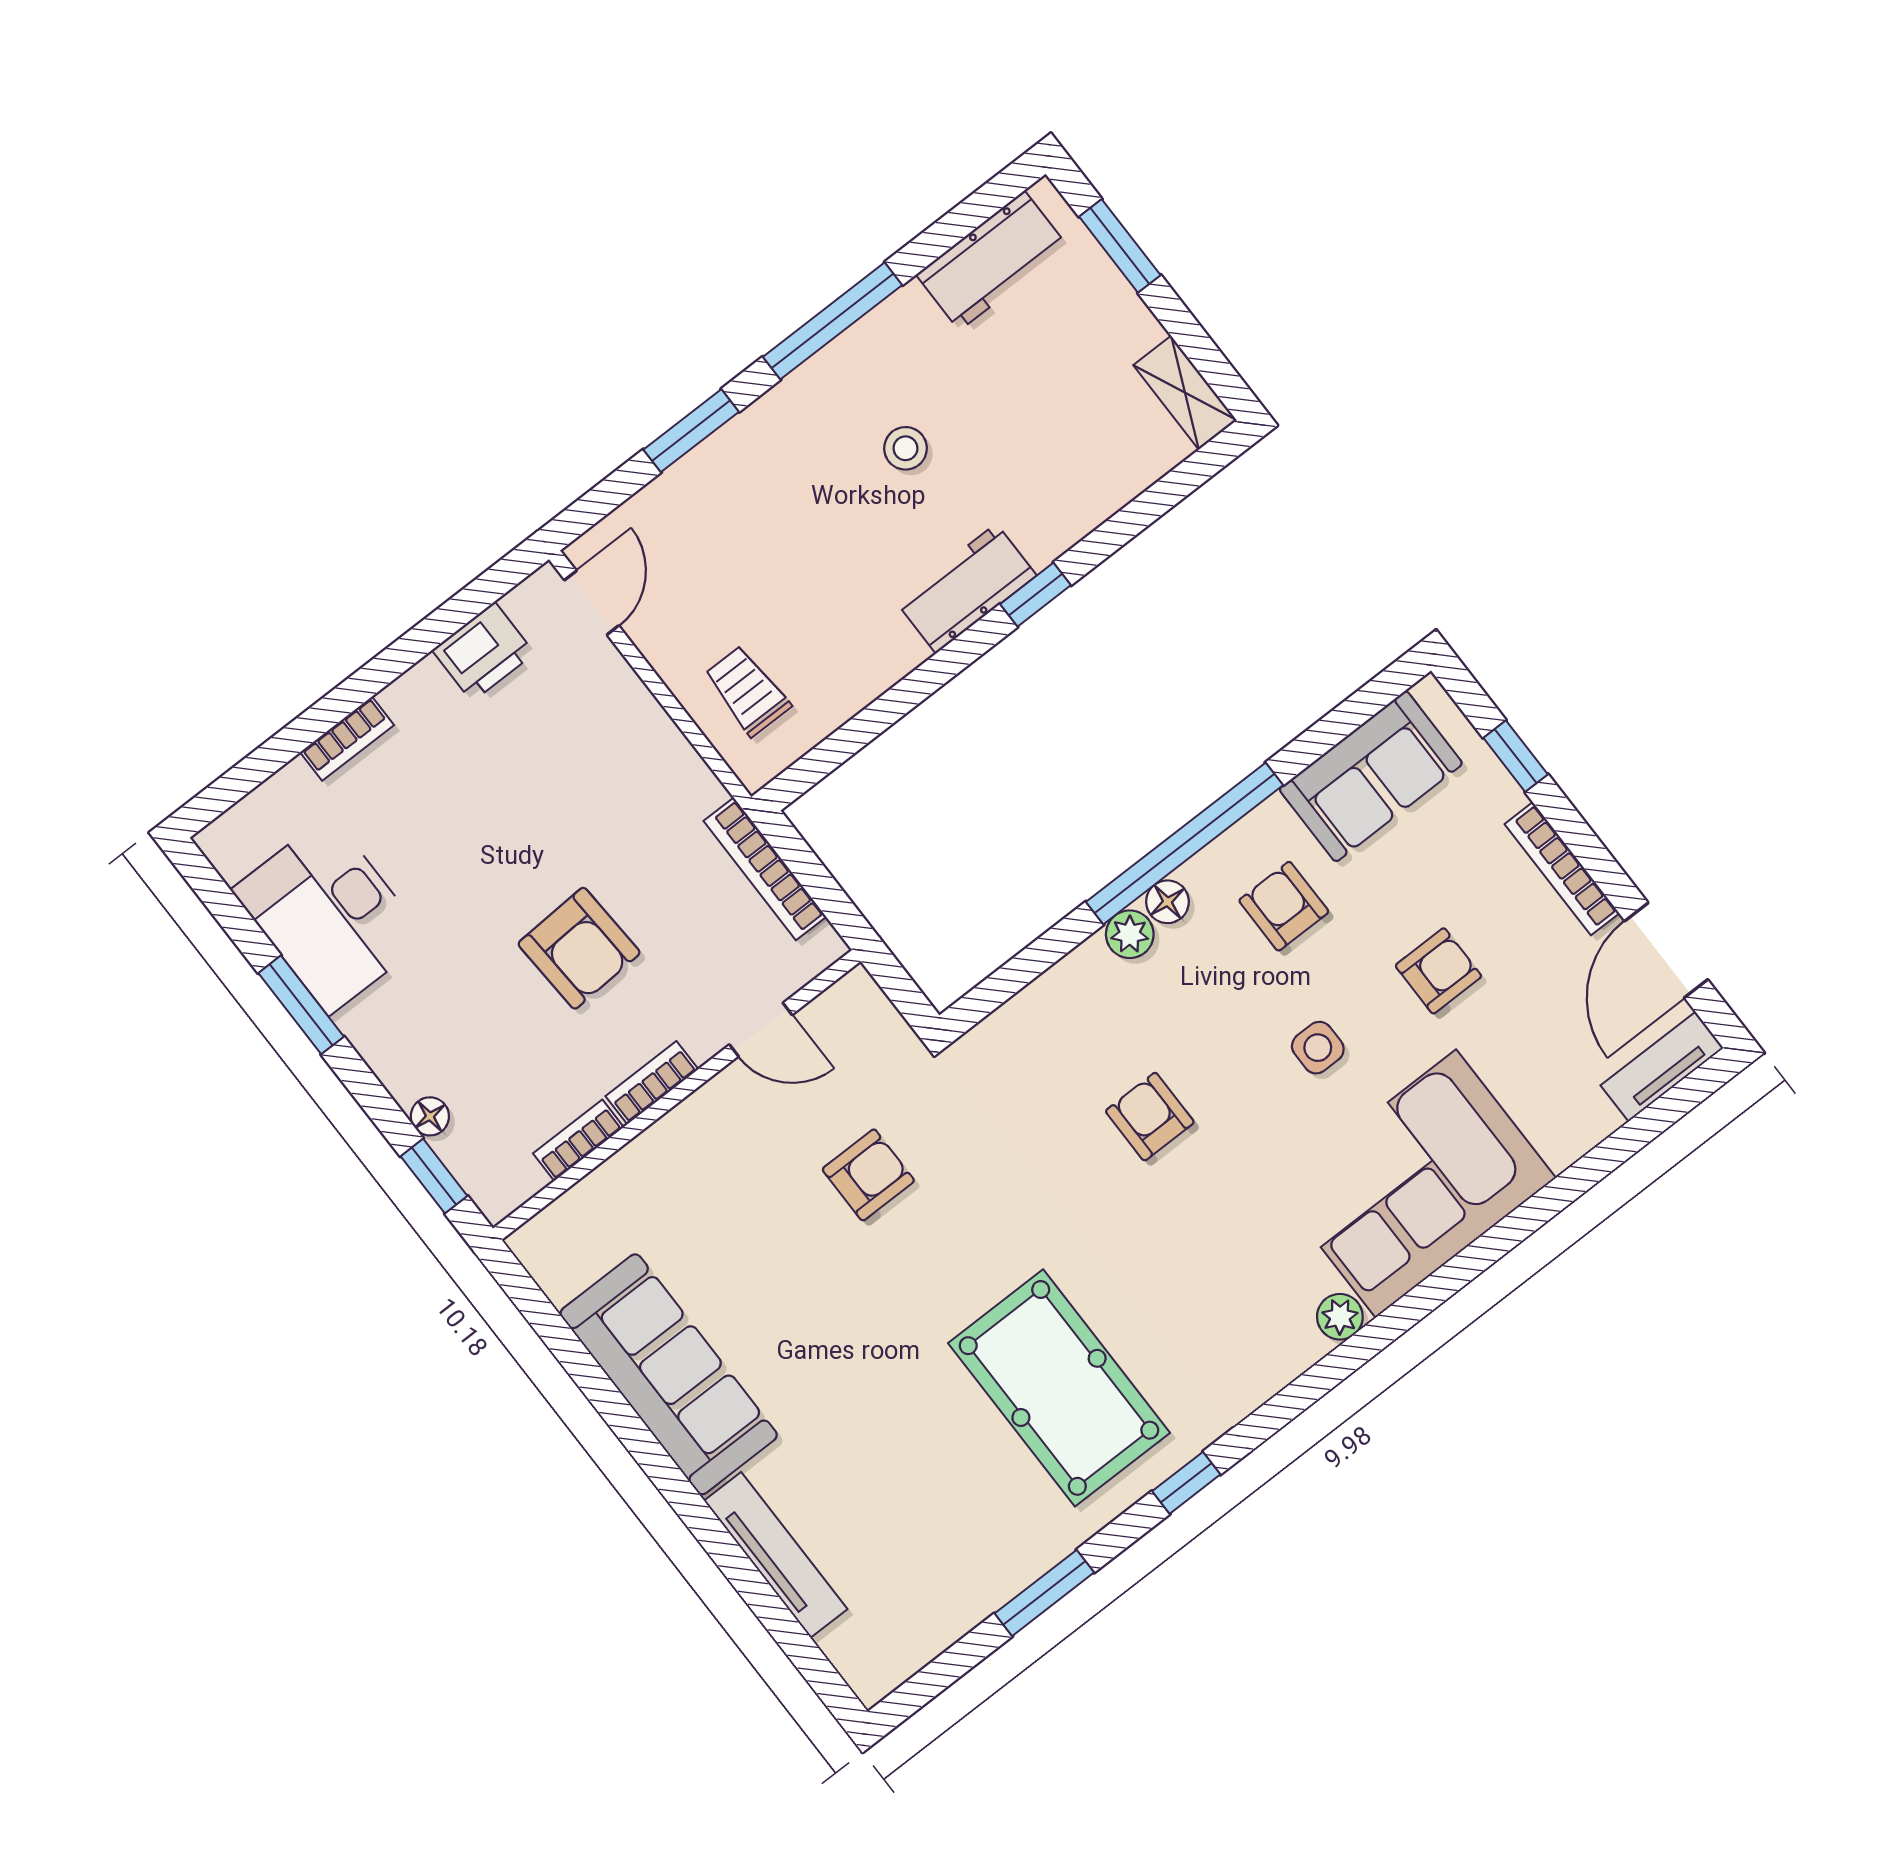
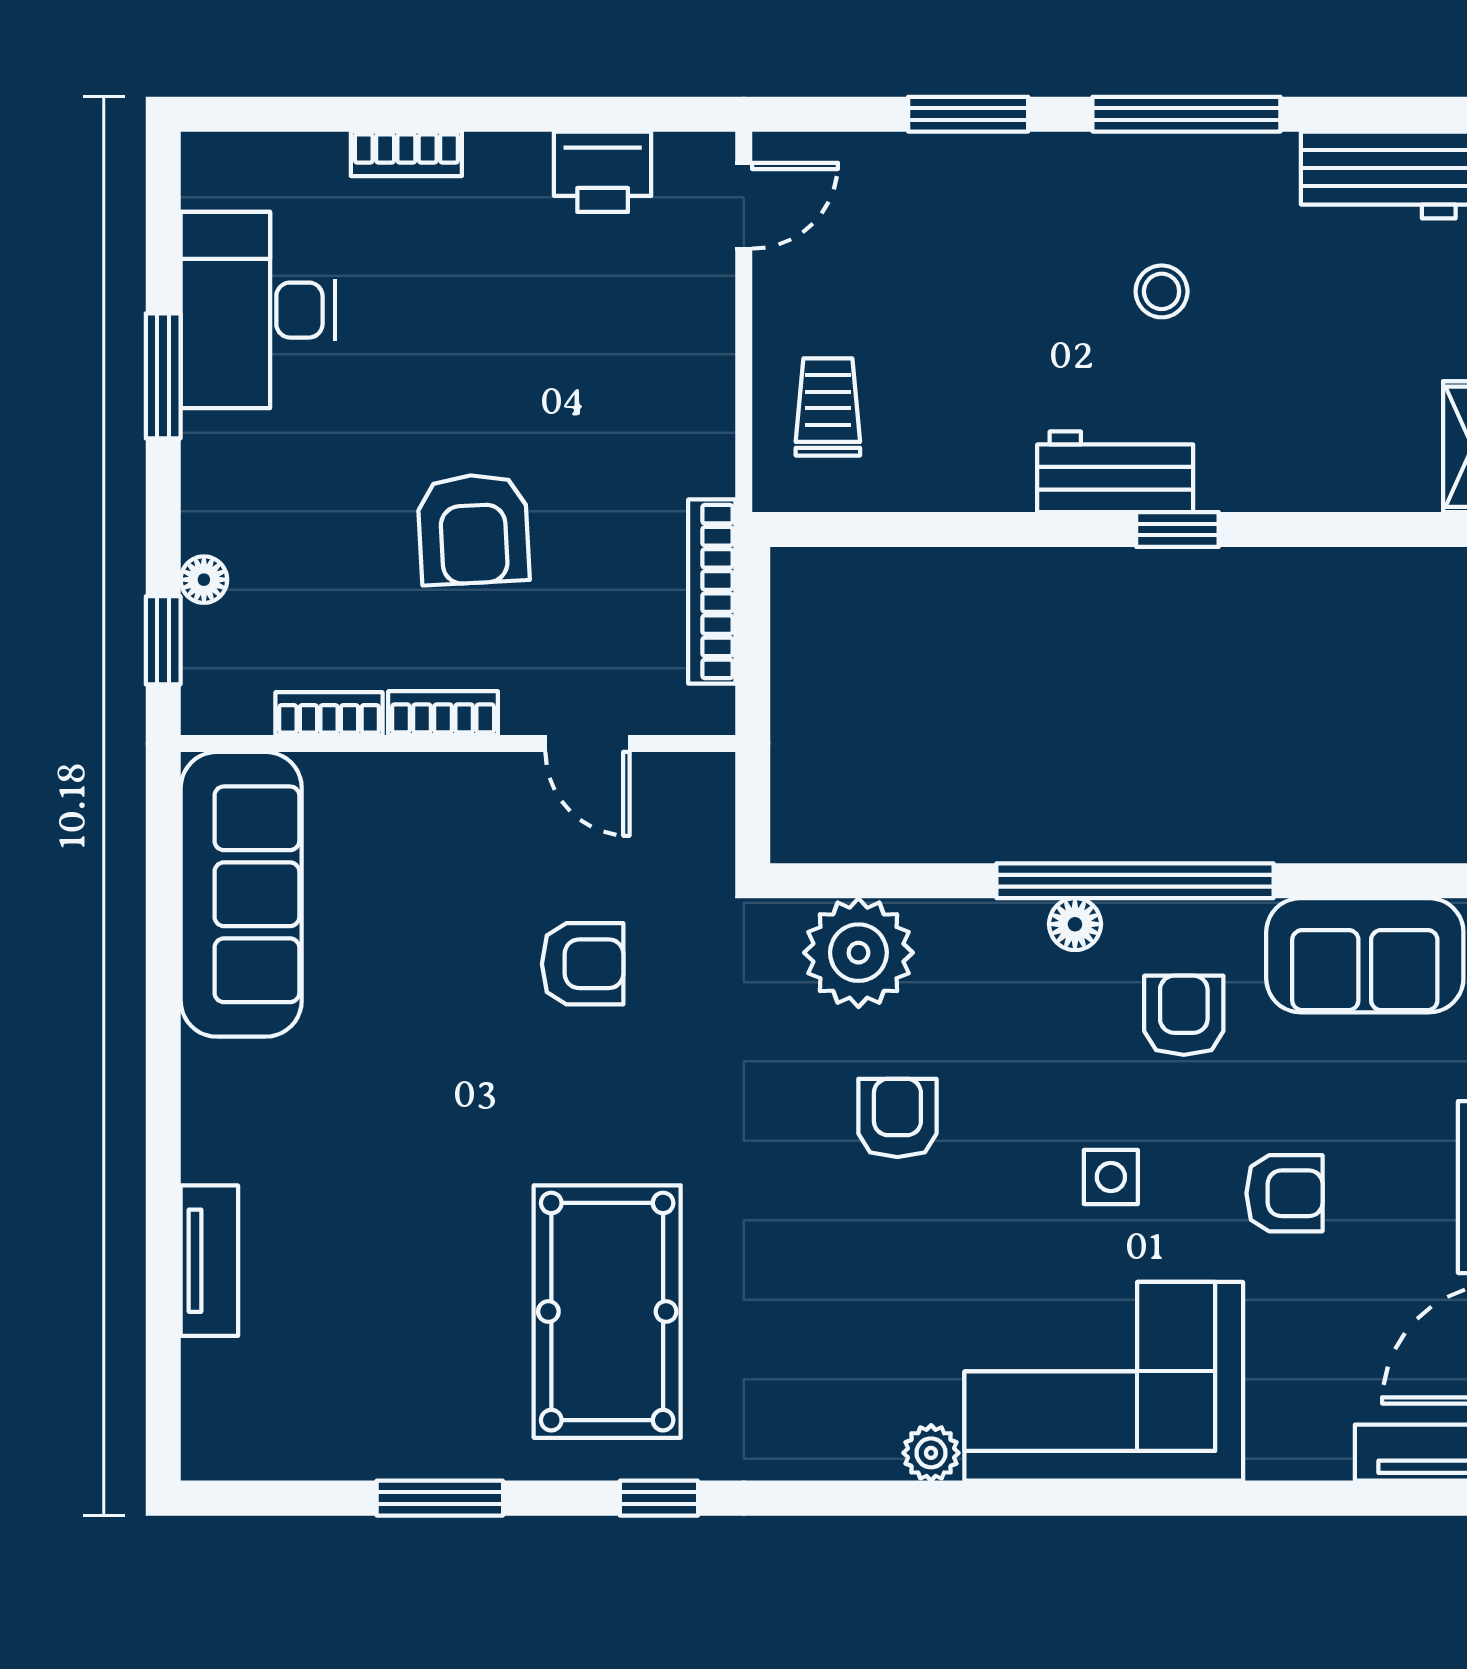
plant: (1130, 934) -> (858, 953), moved, width x1.87, depth x1.87
sofa: (669, 1374) -> (241, 894), moved
tv unit: (776, 1555) -> (209, 1261), width x0.71

